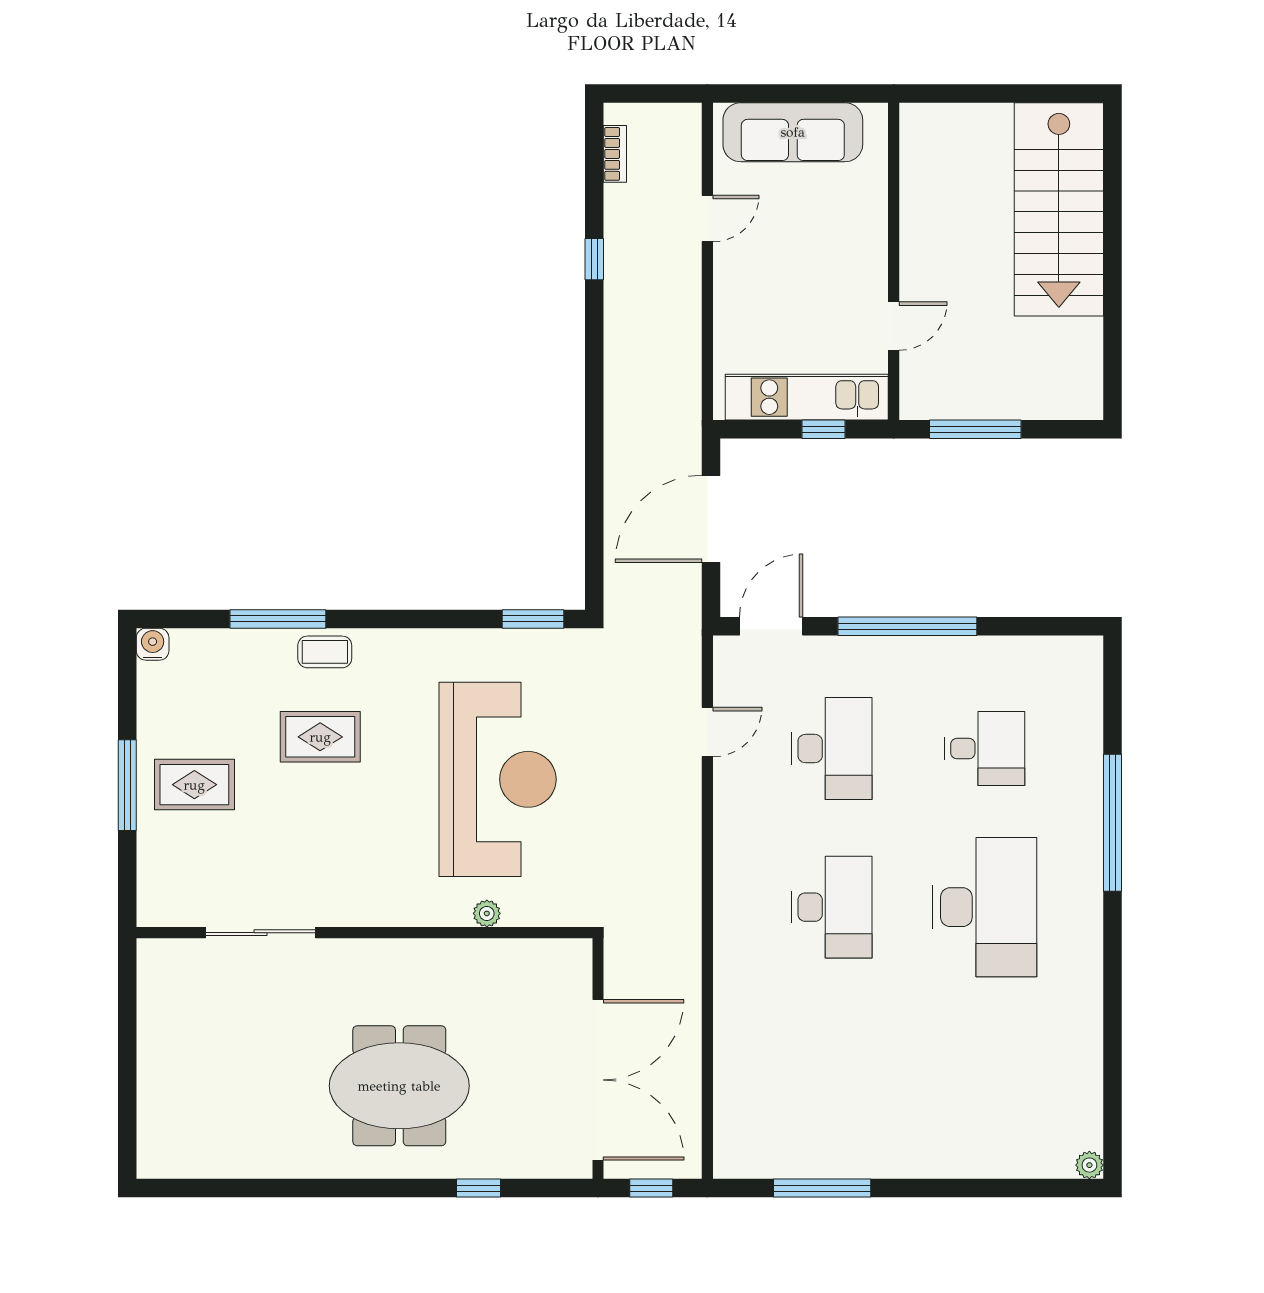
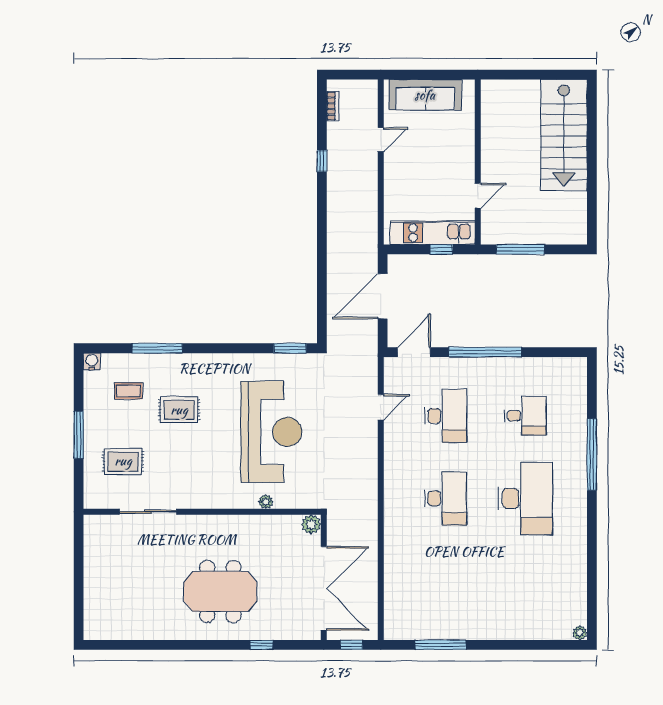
coffee table: (325, 652) -> (129, 391), moved
rug: (194, 785) -> (123, 461), moved
plant: (574, 957) -> (311, 524), added

